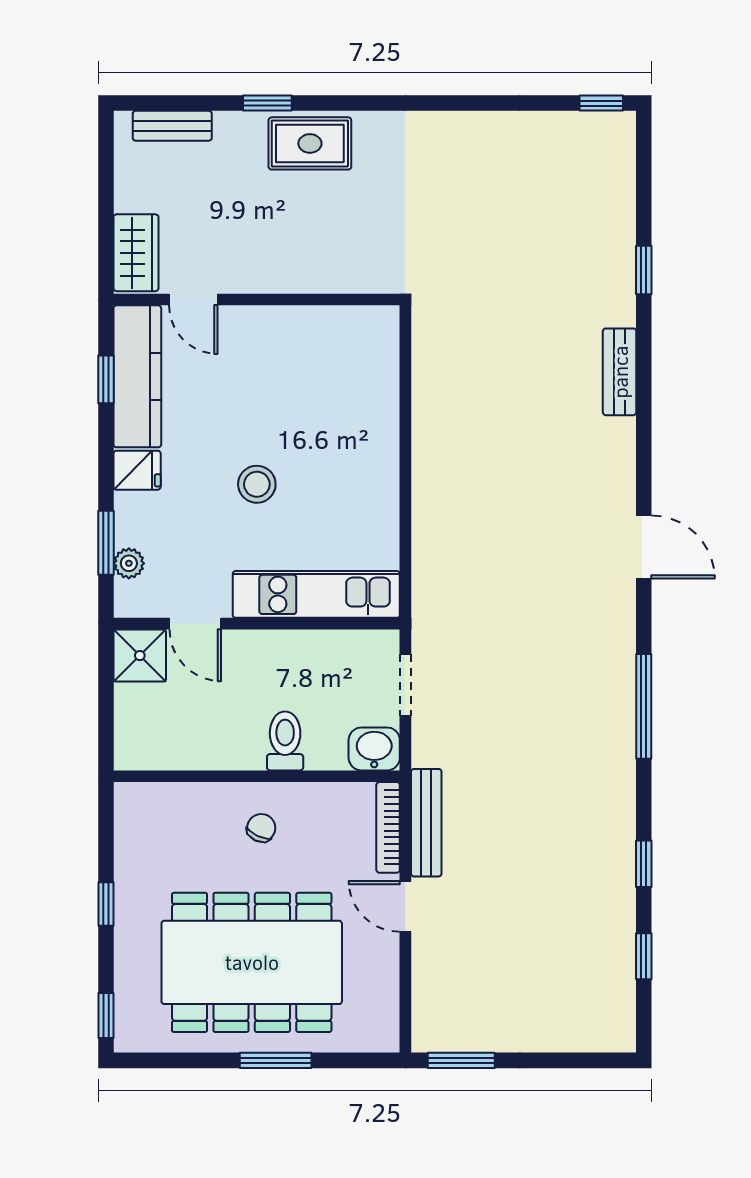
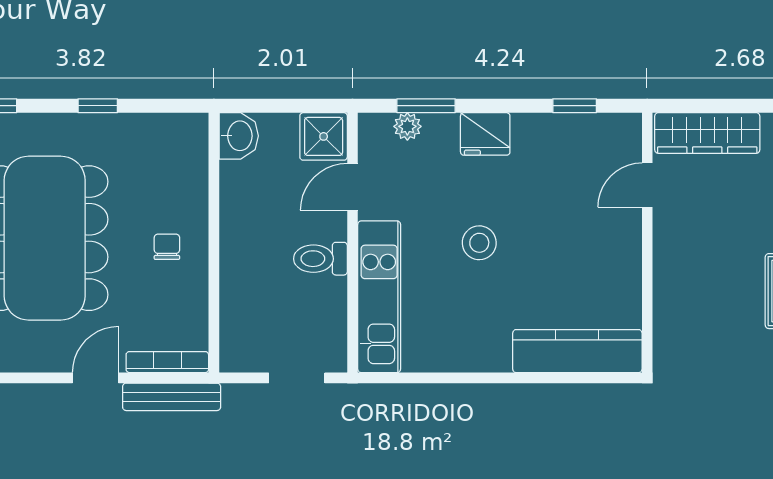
wardrobe: (136, 253) -> (707, 133), width x1.50
kitchen counter: (137, 376) -> (577, 351), moved, turned 180
fridge: (137, 470) -> (485, 134), width x1.38
toilet: (285, 741) -> (320, 259), moved, turned 180
washbasin: (374, 749) -> (239, 136), moved
chair: (261, 828) -> (167, 247), turned -115

